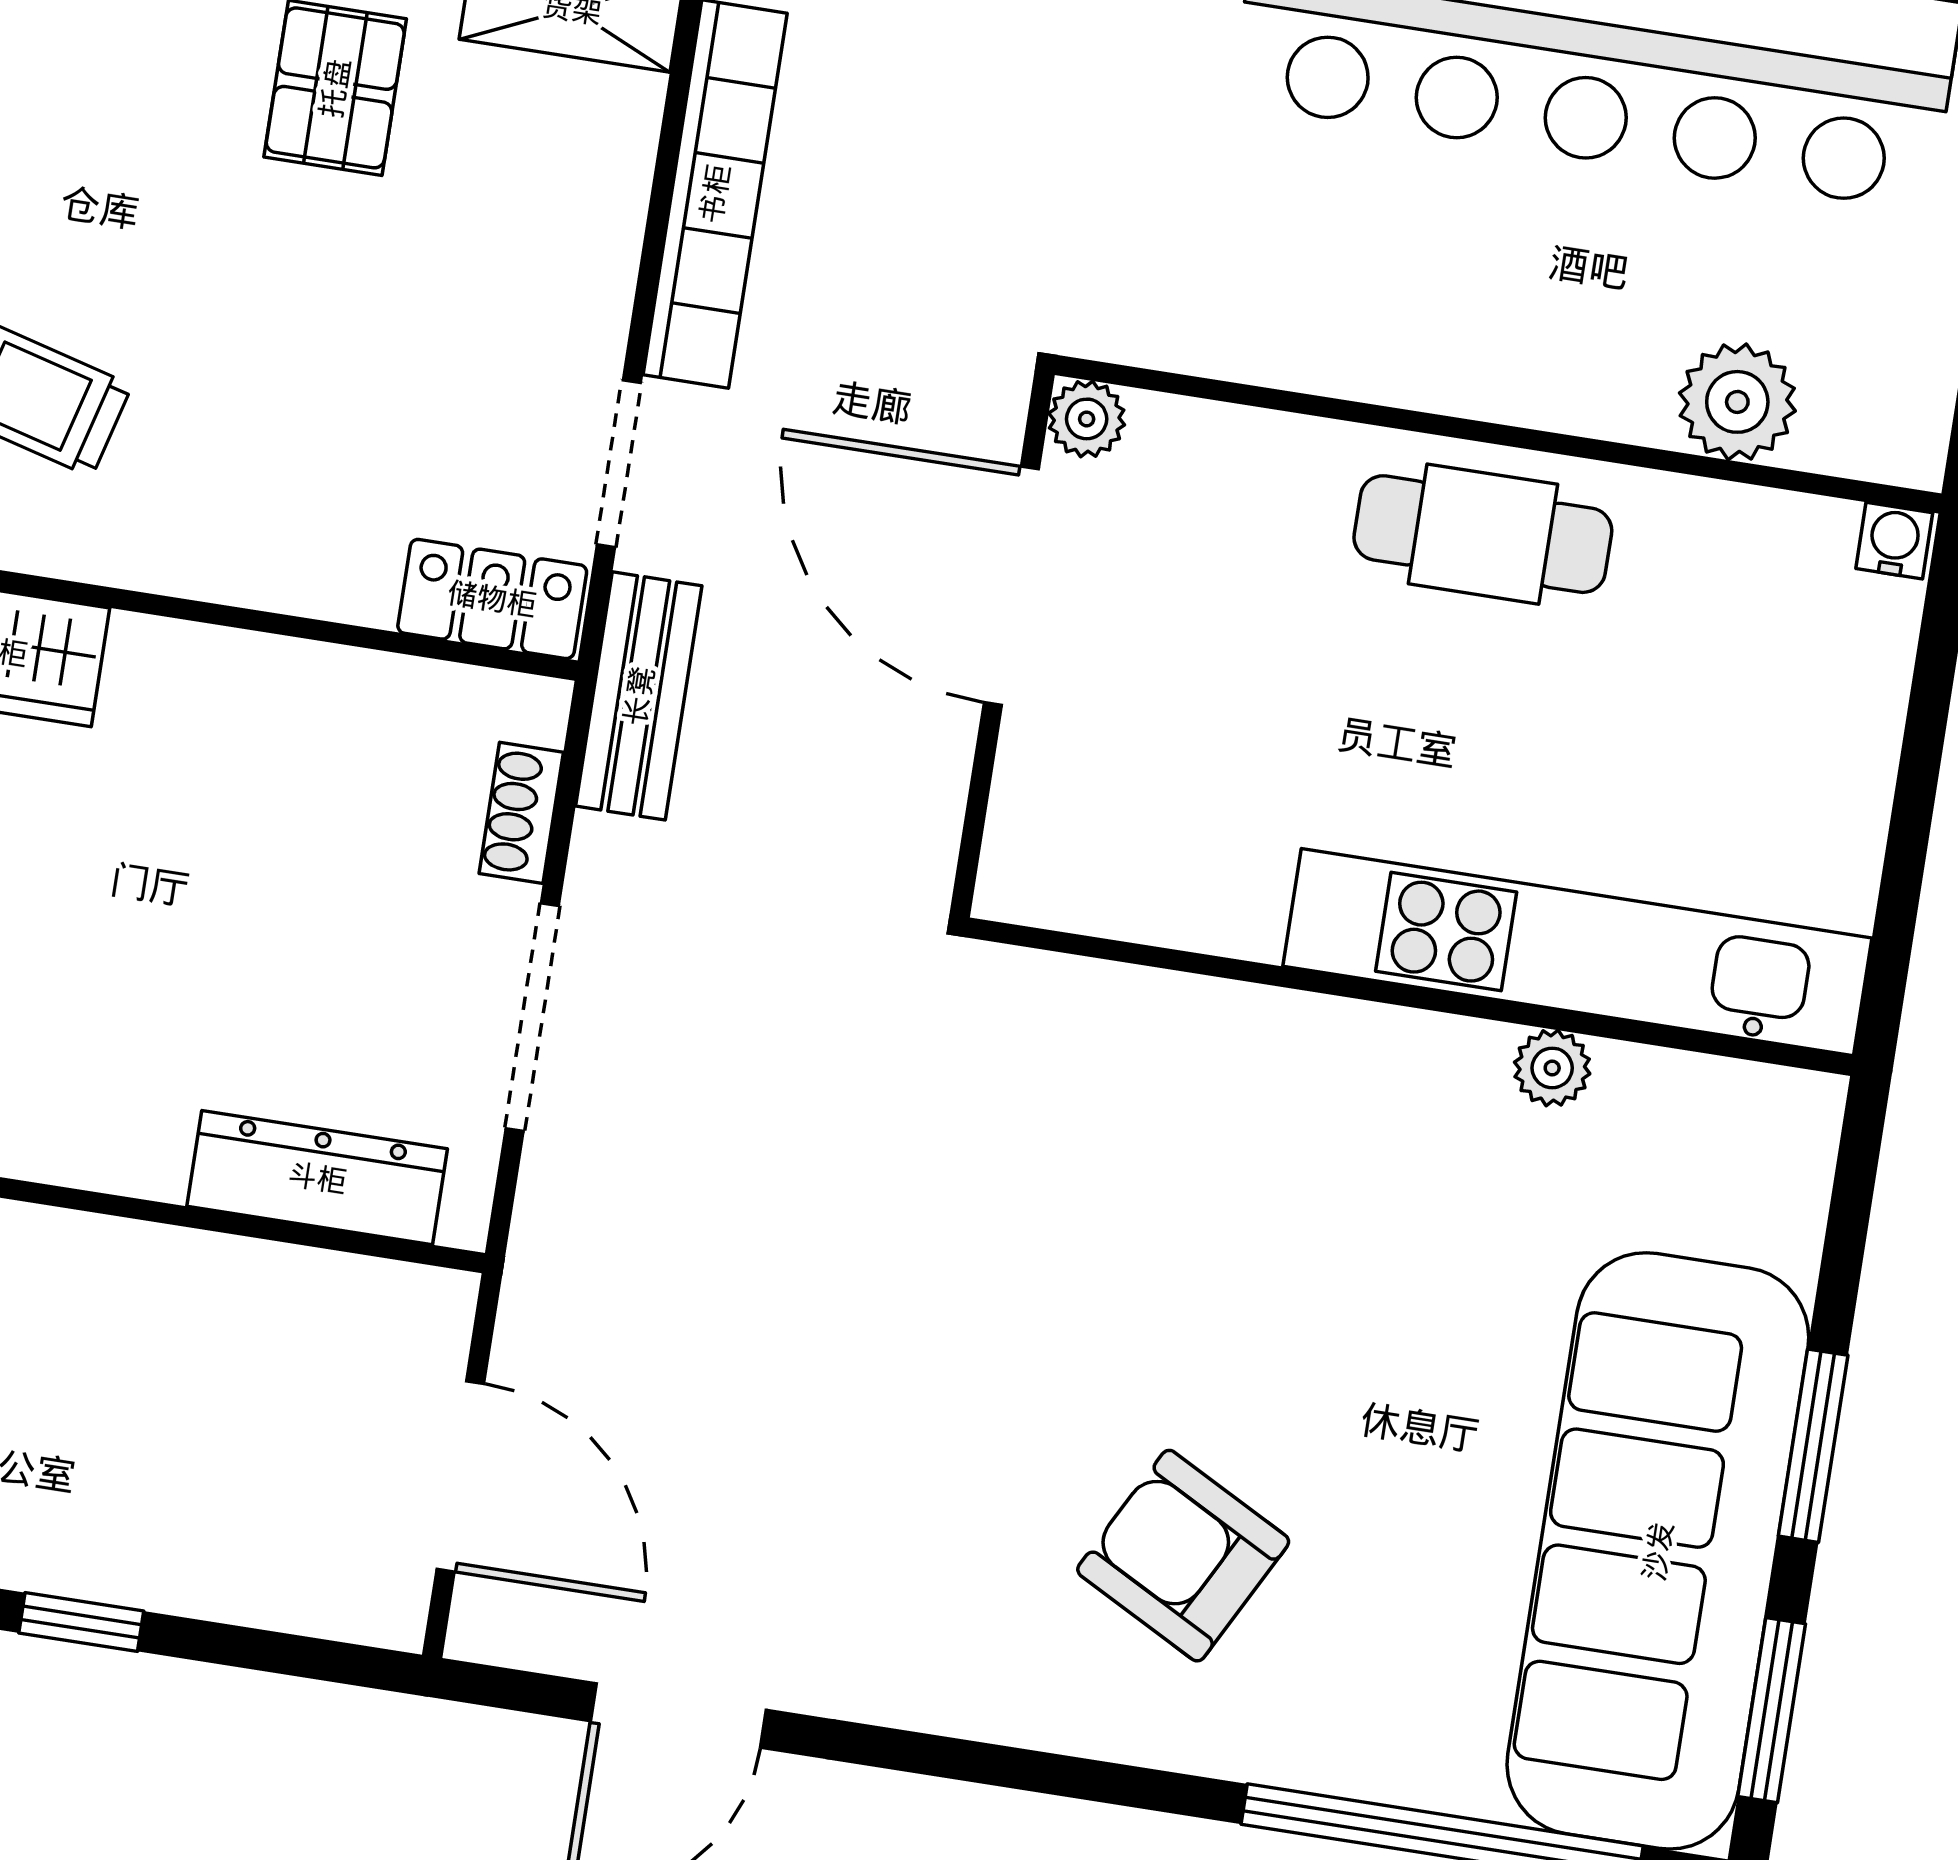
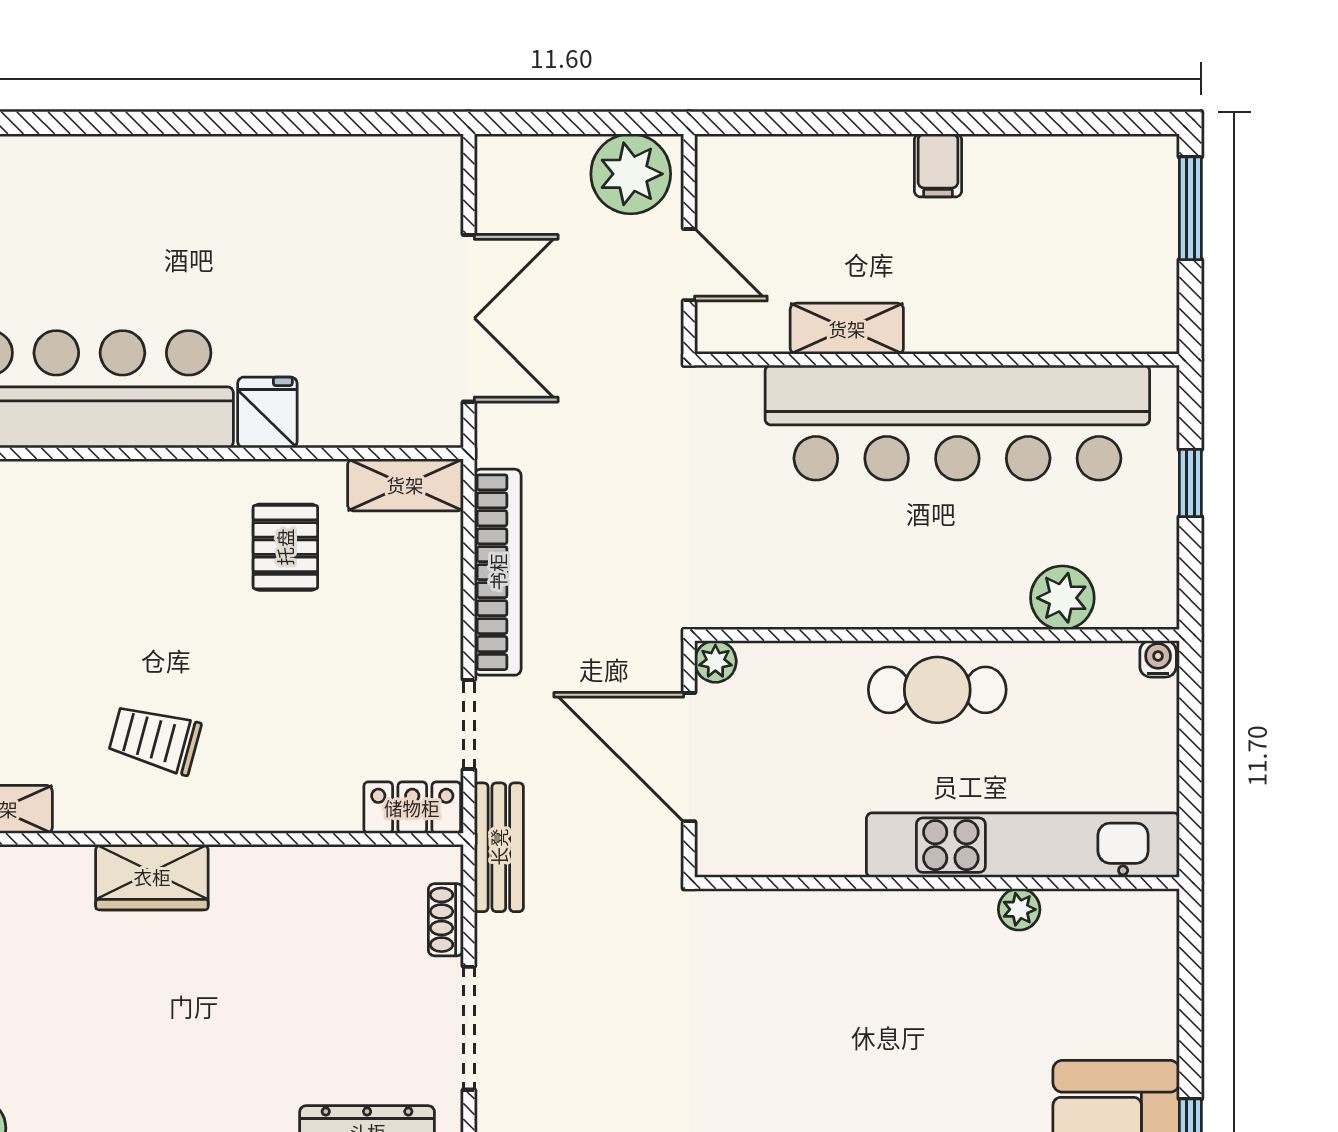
kitchen unit: (1577, 952) -> (1023, 845), moved
wall: (1410, 997) -> (937, 883), moved
plant: (1552, 1068) -> (1019, 909), moved

